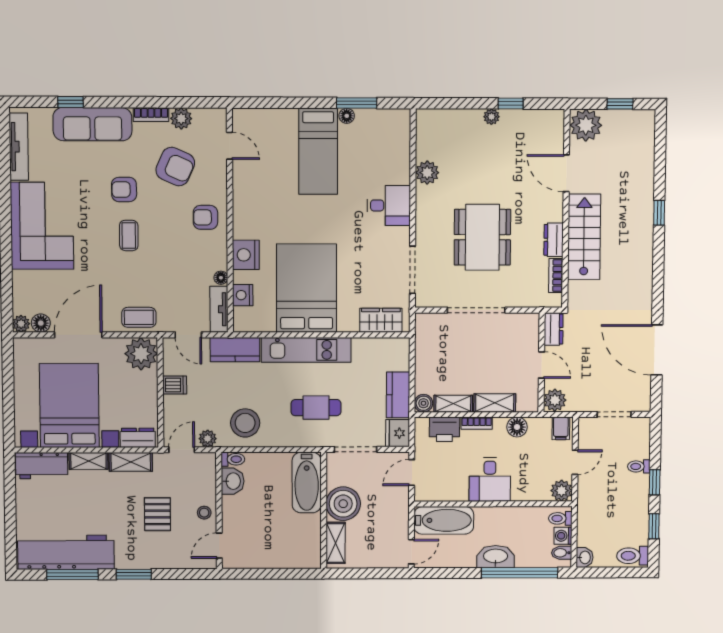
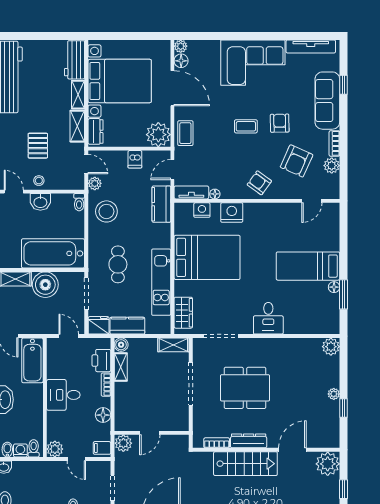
plant: (427, 173) -> (331, 347), moved
armchair: (205, 217) -> (259, 183), turned -54
dresser: (554, 240) -> (249, 441), width x1.44
dresser: (554, 329) -> (177, 442), removed
kitchen unit: (306, 350) -> (161, 282), moved
shelving: (495, 403) -> (173, 345), moved, turned 90
washbasin: (233, 481) -> (40, 202), moved
bathtub: (307, 483) -> (53, 253), width x1.36, depth x1.36
pallet: (157, 514) -> (38, 146), turned 90

